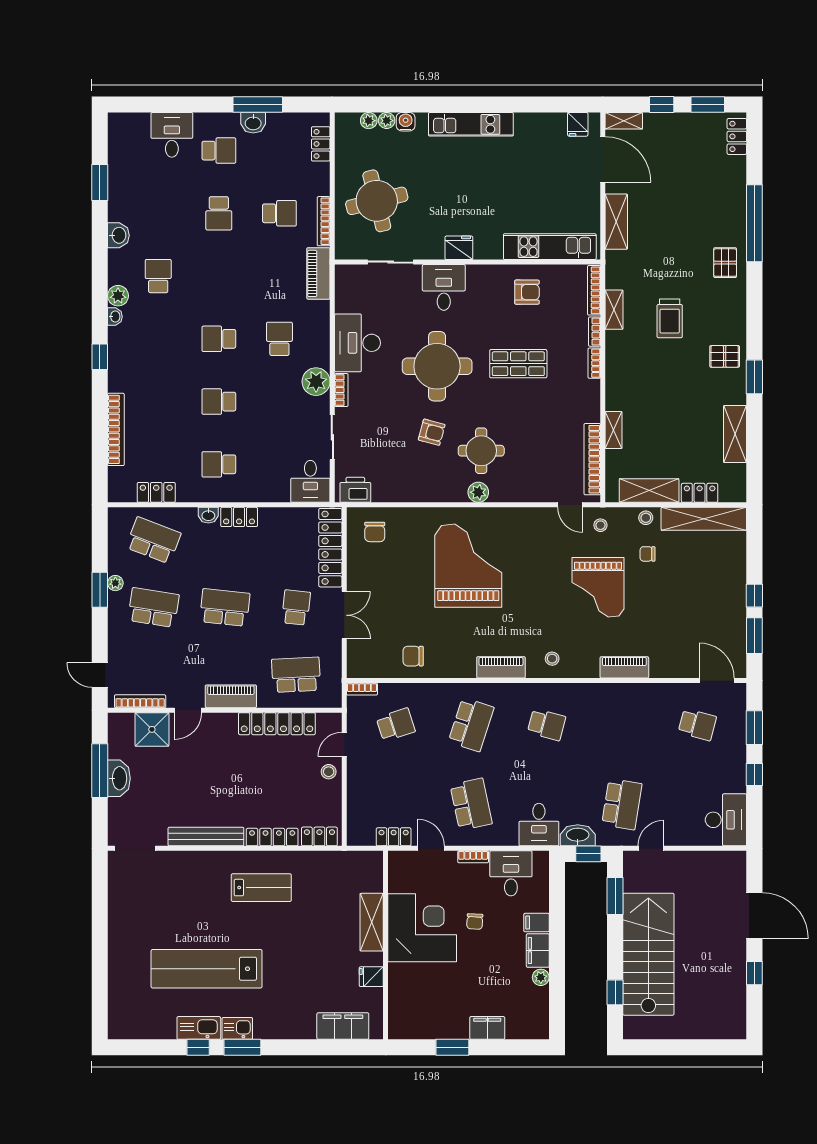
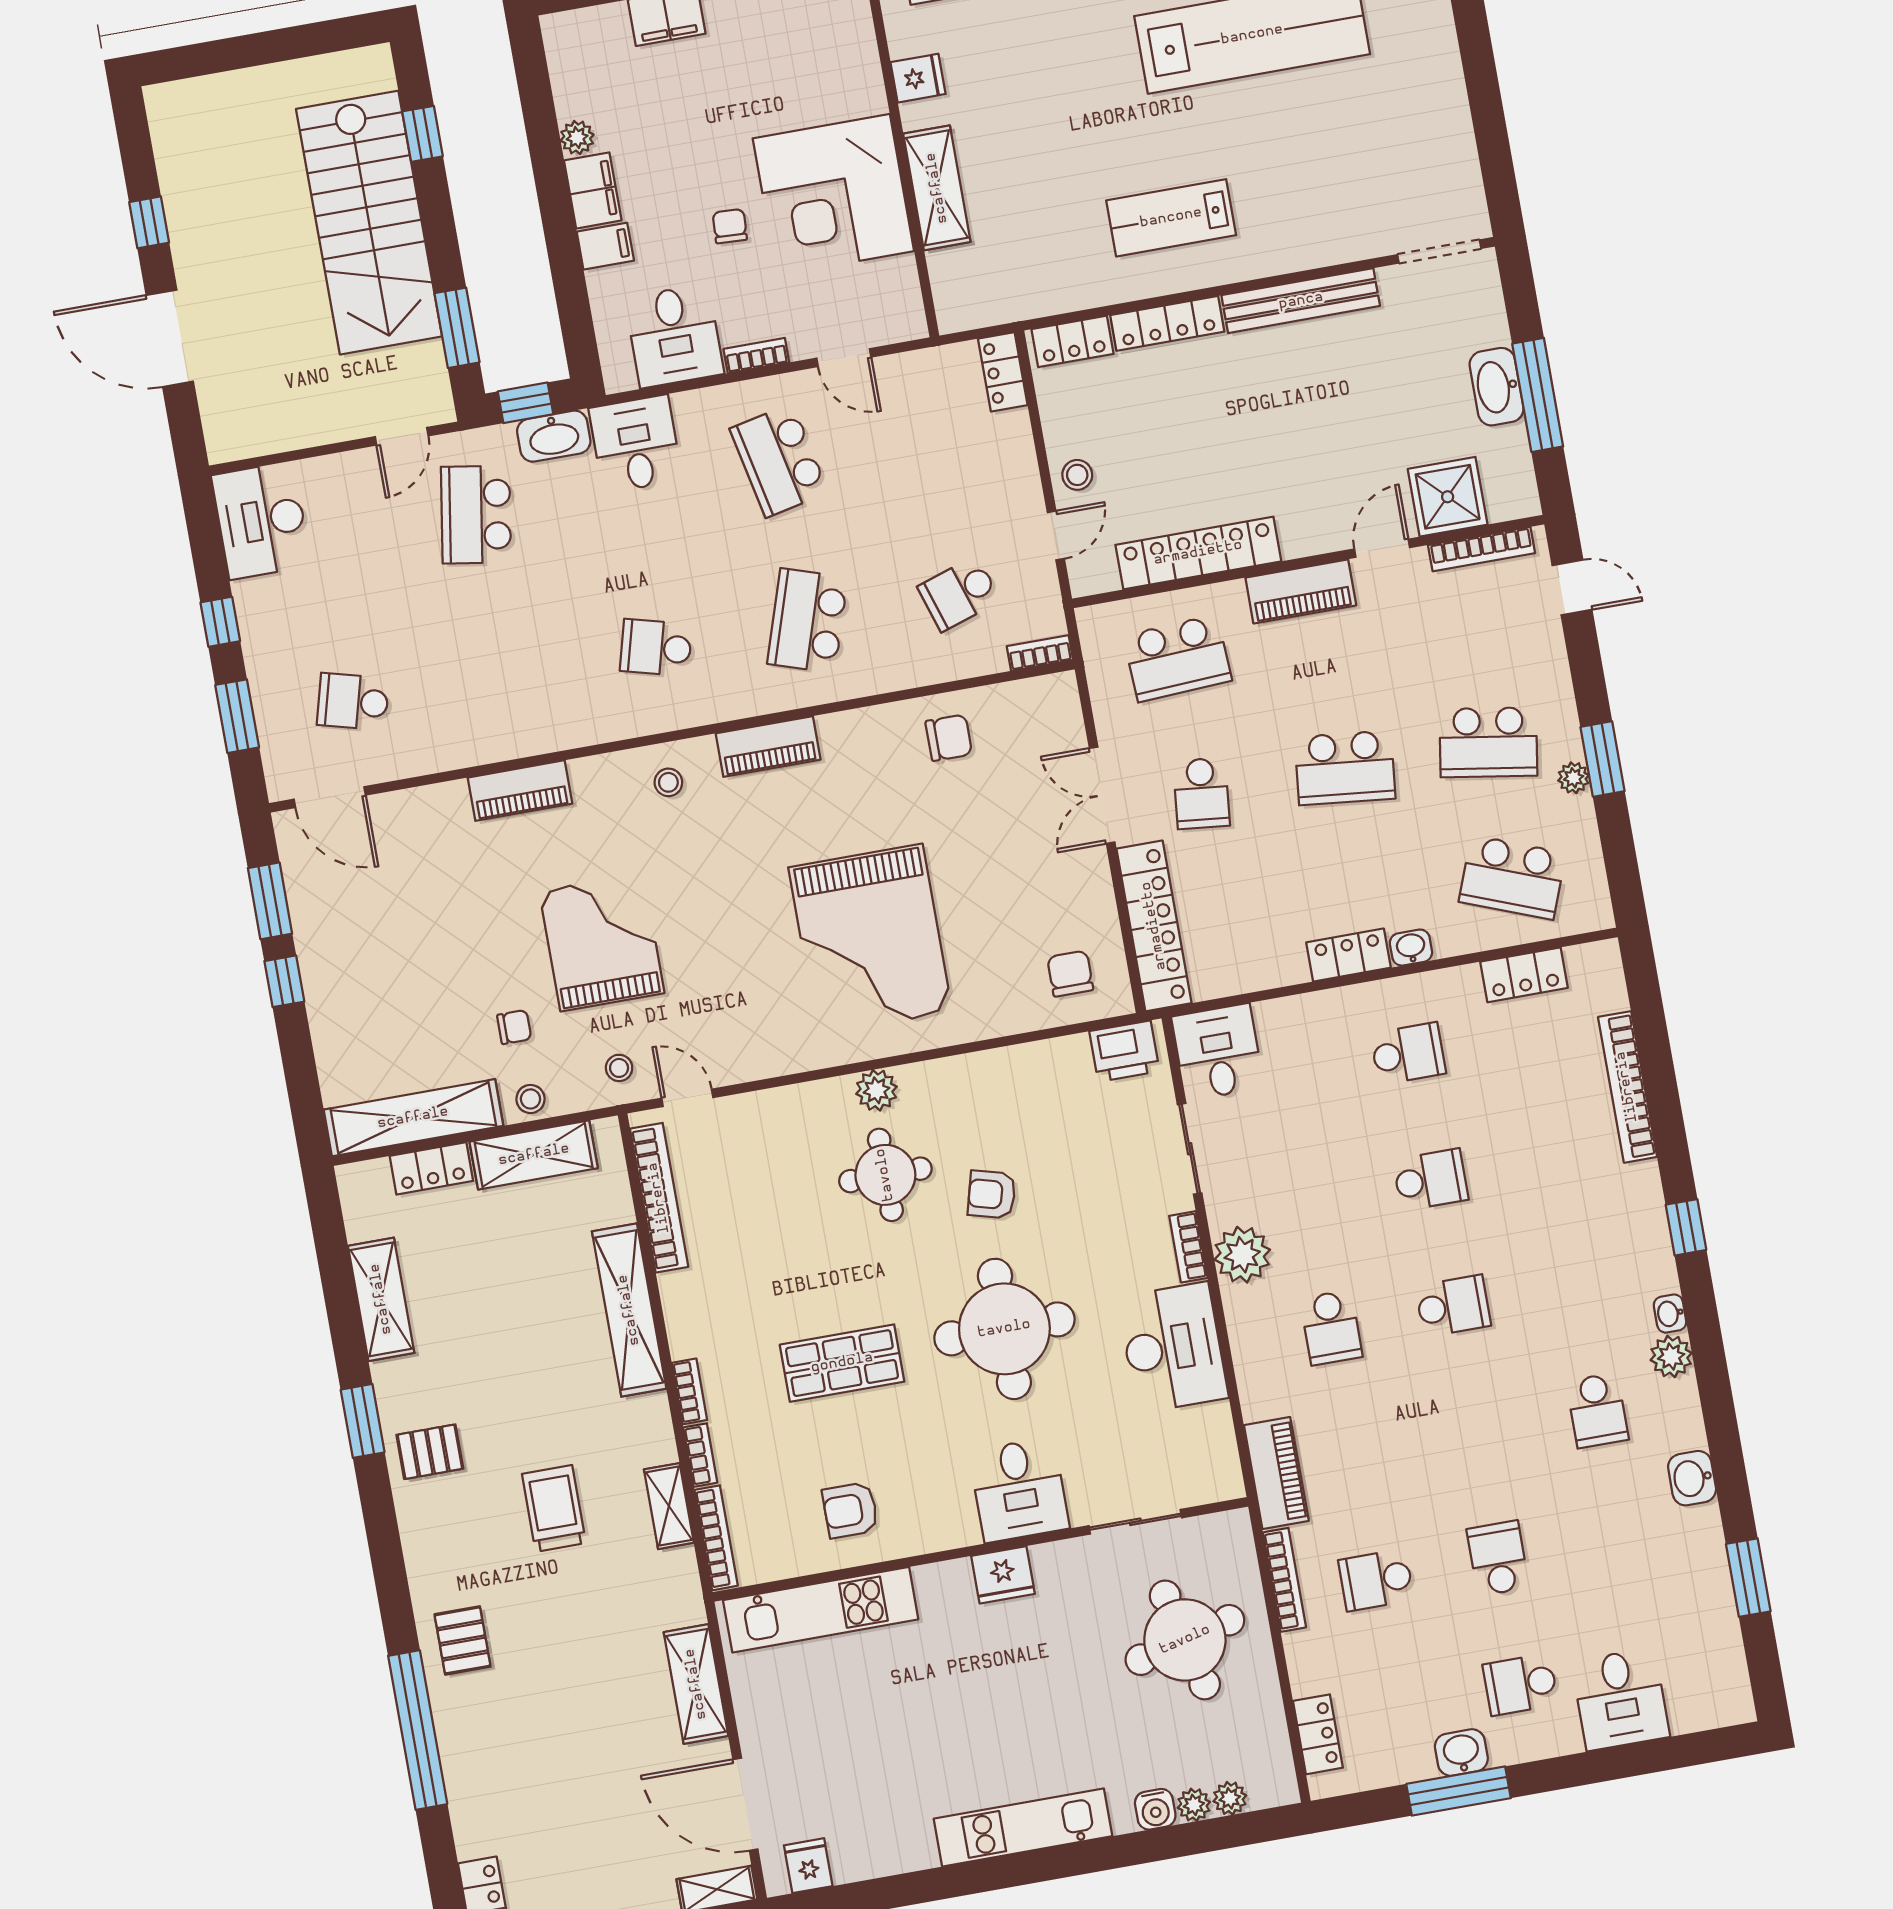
shelving: (614, 430) -> (629, 1310), width x2.20, depth x1.33
locker: (394, 837) -> (1003, 372), moved, turned 90

